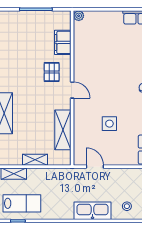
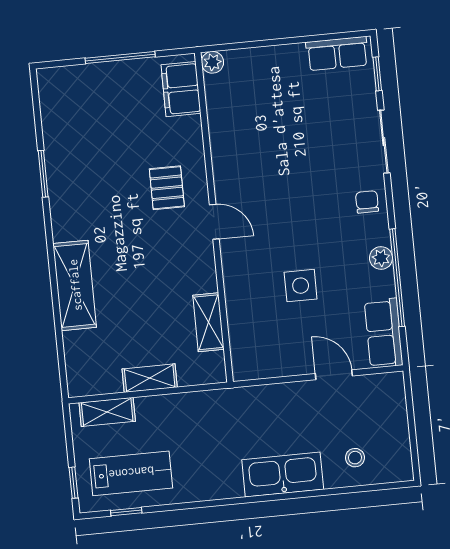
filing cabinet: (63, 42) -> (181, 89), moved
shelving: (63, 130) -> (208, 322), width x0.67, depth x0.75
door: (95, 167) -> (334, 375), moved

